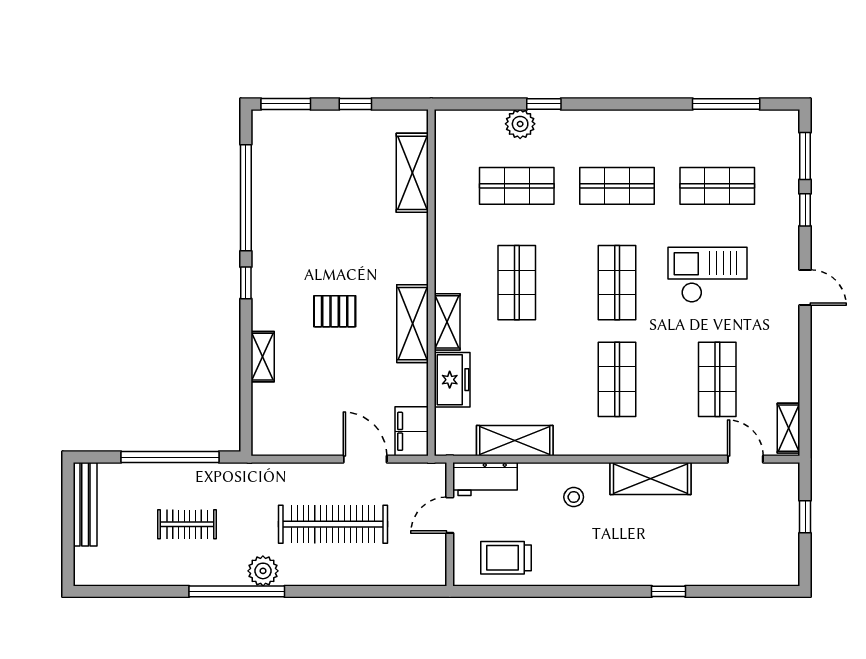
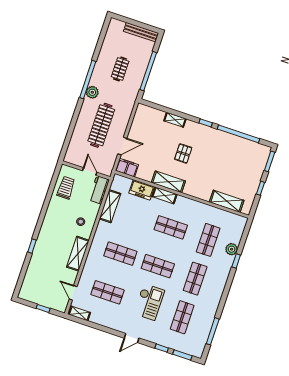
door: (745, 459) -> (73, 293), swing flipped

